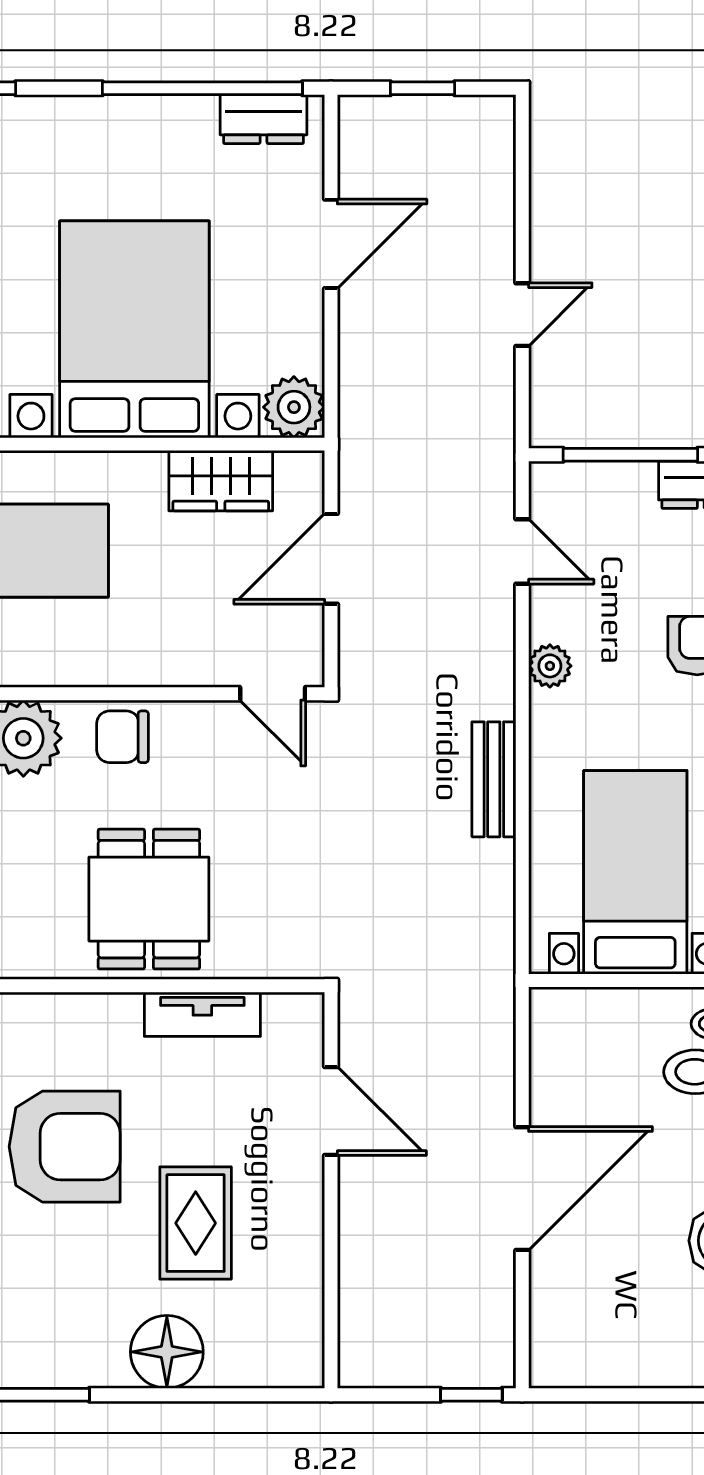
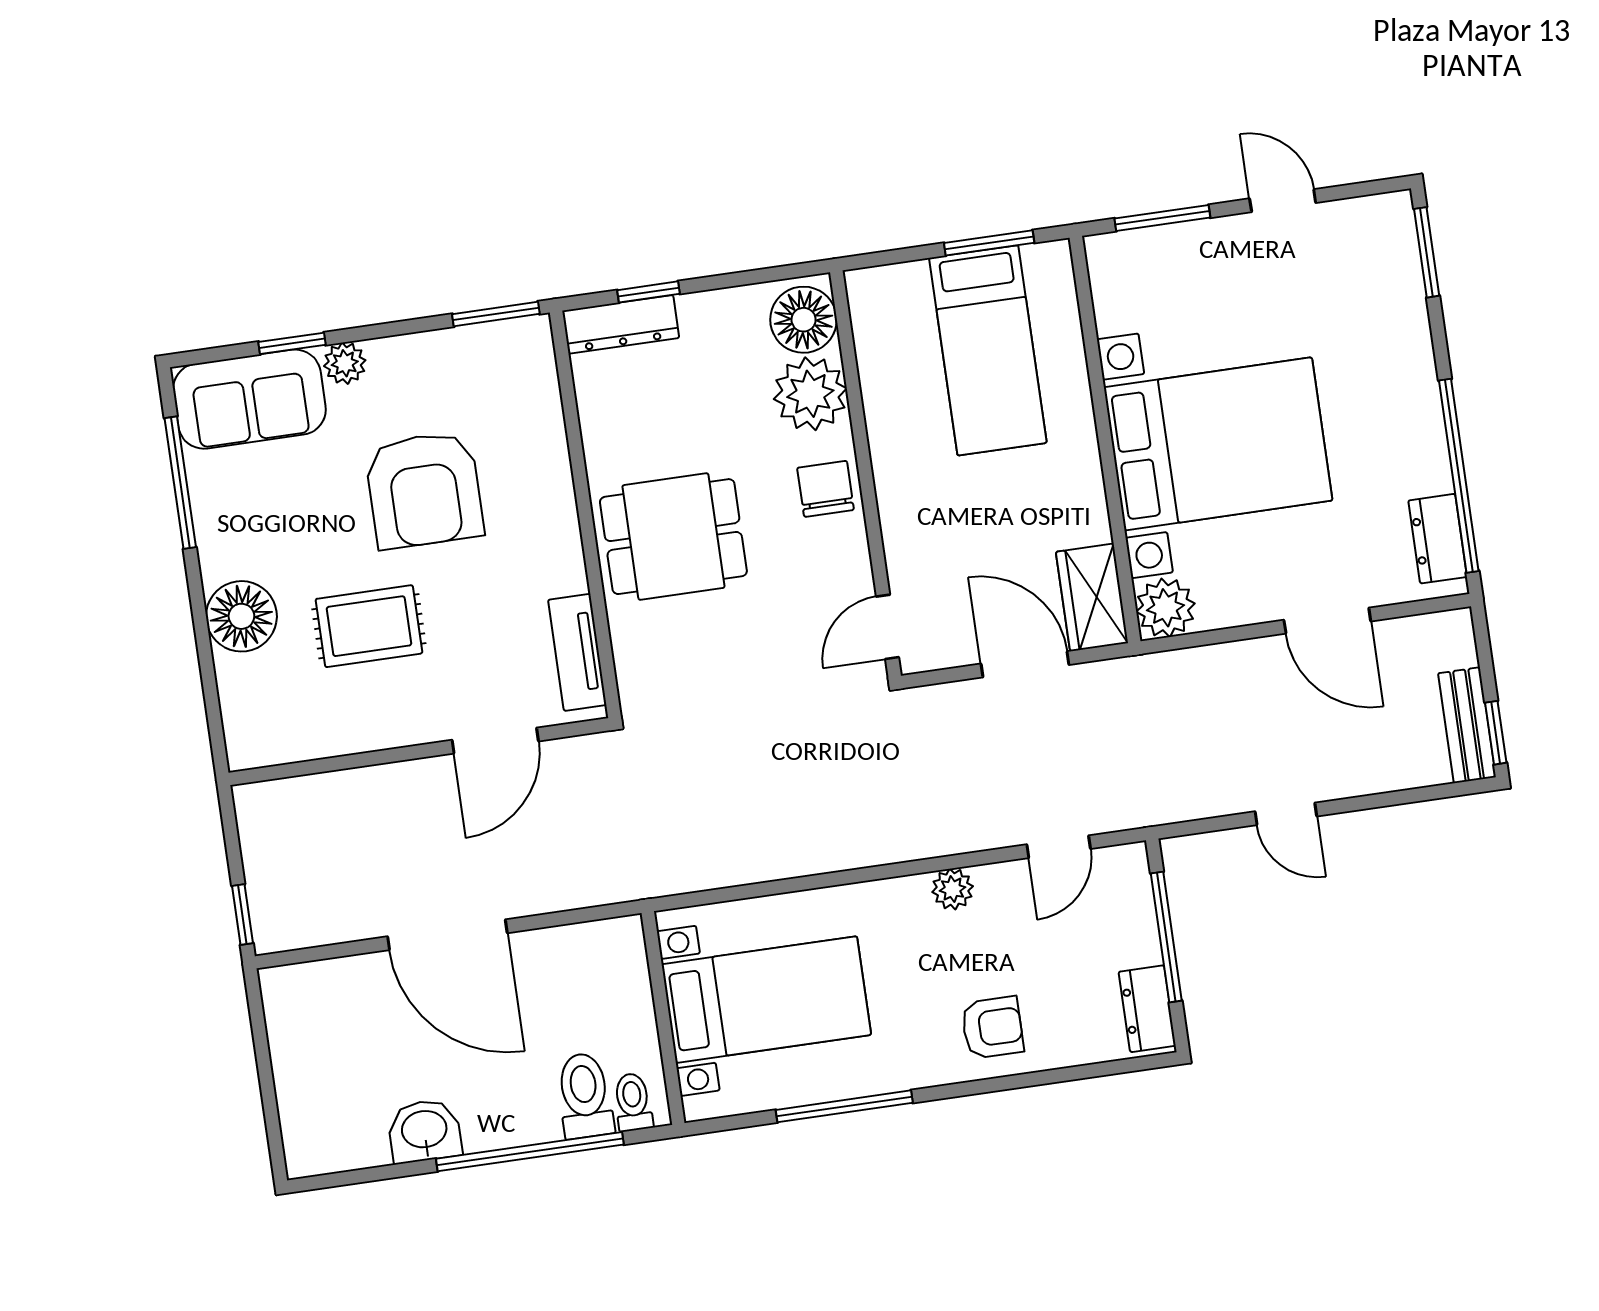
window: (422, 88) -> (1496, 733), moved
wardrobe: (221, 481) -> (1092, 597), moved
bench: (494, 779) -> (1467, 725), moved, turned 90
tv unit: (202, 1014) -> (577, 652), moved

